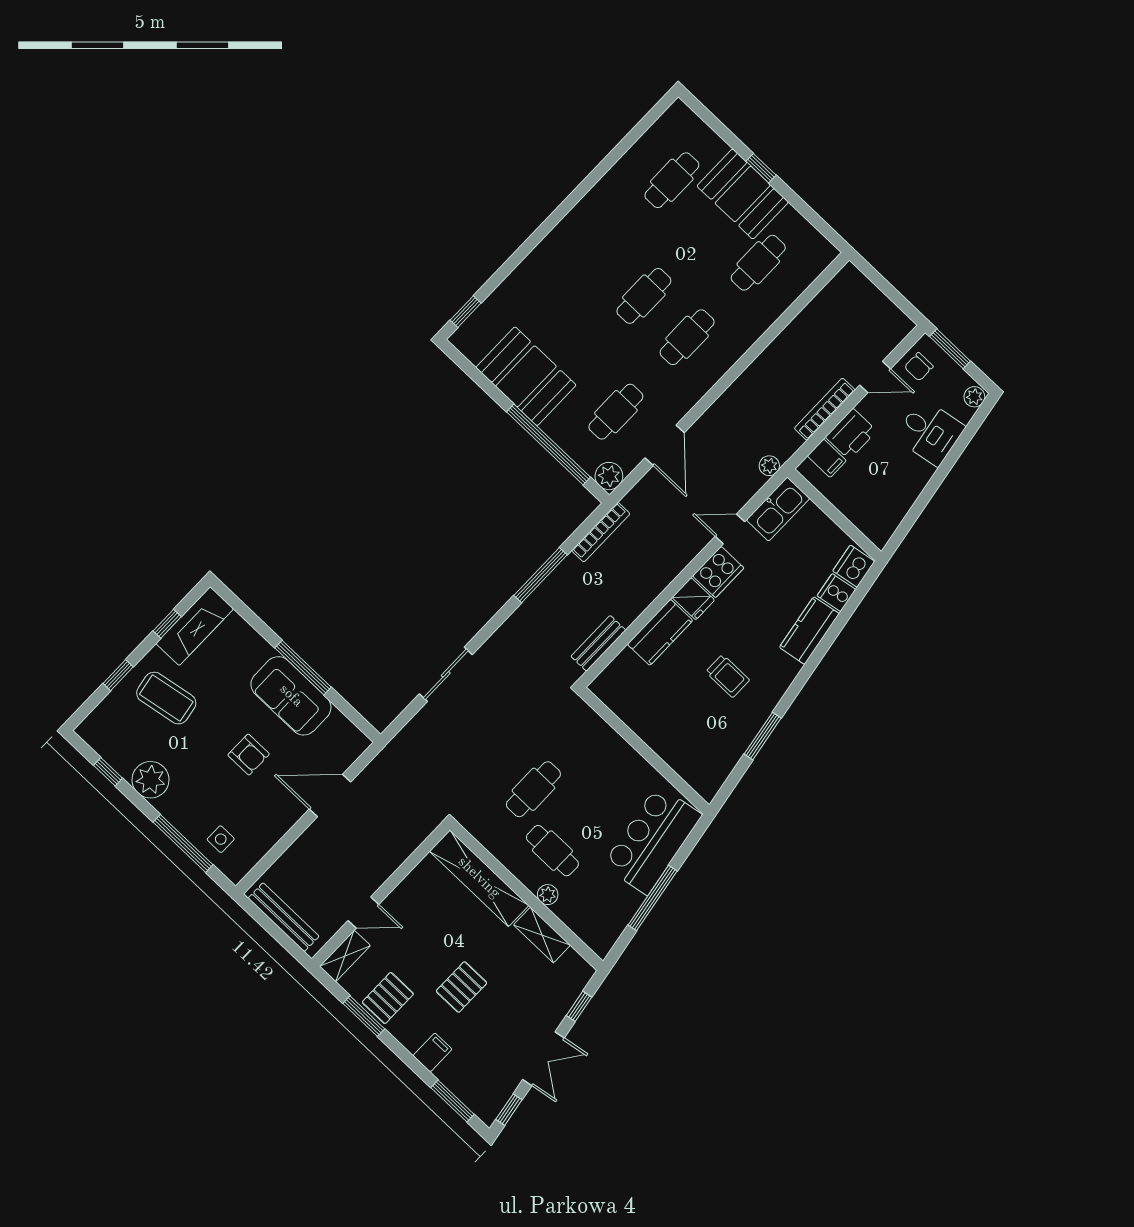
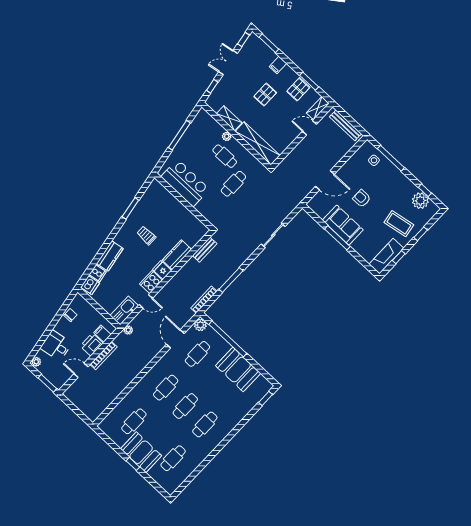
cafe table: (601, 255) -> (205, 424), added
chair: (919, 367) -> (70, 315), moved
plant: (151, 780) -> (420, 201), moved
bar counter: (652, 840) -> (185, 183), moved, turned -80

